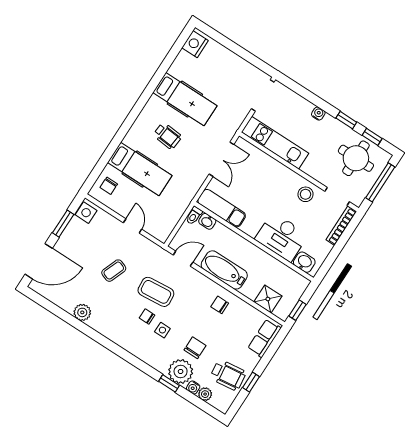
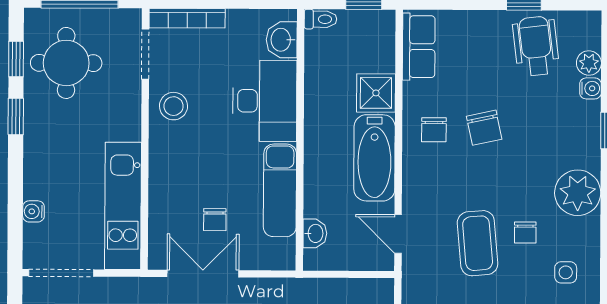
water cooler: (318, 114) -> (33, 211), moved
chair: (242, 180) -> (215, 220), added
exam couch: (222, 208) -> (280, 190), moved
toilet: (194, 216) -> (320, 19), moved
shower: (268, 299) -> (376, 93), moved
side table: (162, 330) -> (566, 272), moved
row of seats: (264, 338) -> (419, 47), moved, turned -90
chair: (195, 348) -> (484, 128), moved, turned -102
plant: (181, 372) -> (578, 193), moved

